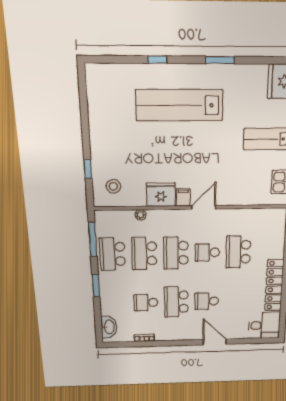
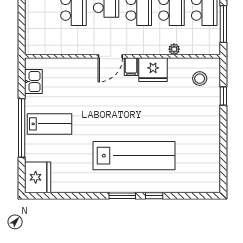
window: (220, 60) -> (122, 196), moved

